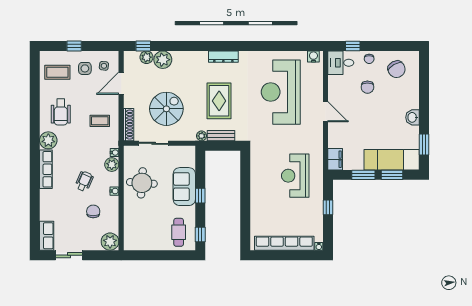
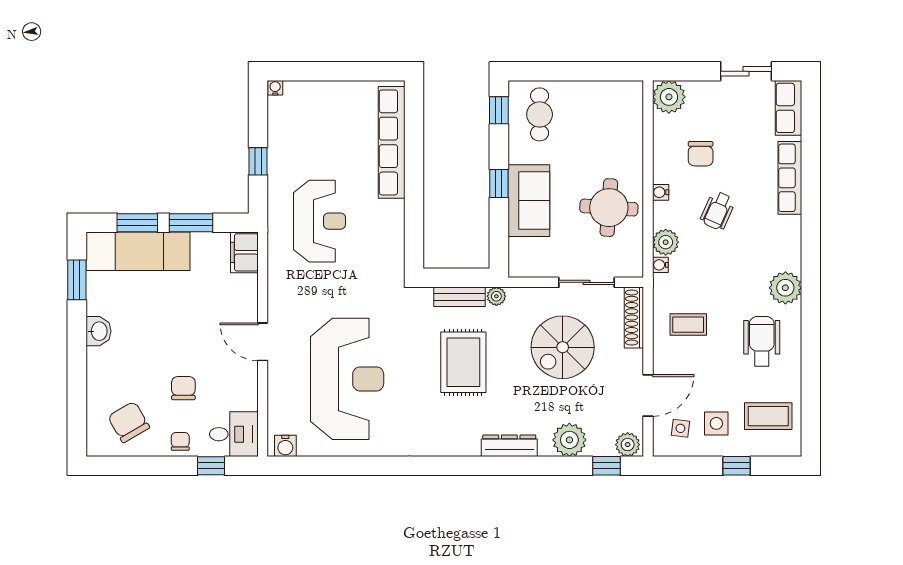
plant: (146, 57) -> (628, 445), moved
dresser: (223, 57) -> (509, 446), moved
row of seats: (46, 169) -> (790, 178), moved
row of seats: (284, 243) -> (392, 142), moved, turned 90

